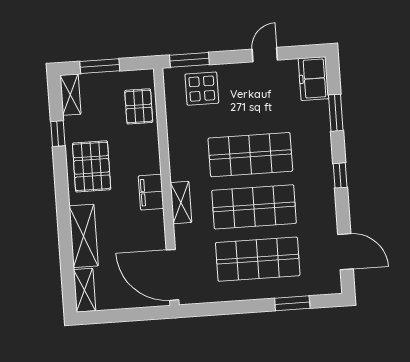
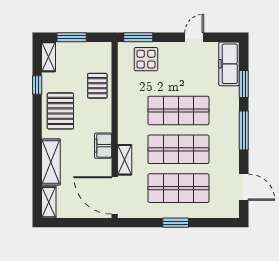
freezer: (313, 79) -> (229, 64), width x1.40
pallet: (139, 106) -> (97, 86), moved
window: (340, 175) -> (244, 131), width x2.17
filing cabinet: (151, 192) -> (103, 146), moved
shelving: (181, 203) -> (125, 160), moved
window: (292, 303) -> (176, 223), moved

